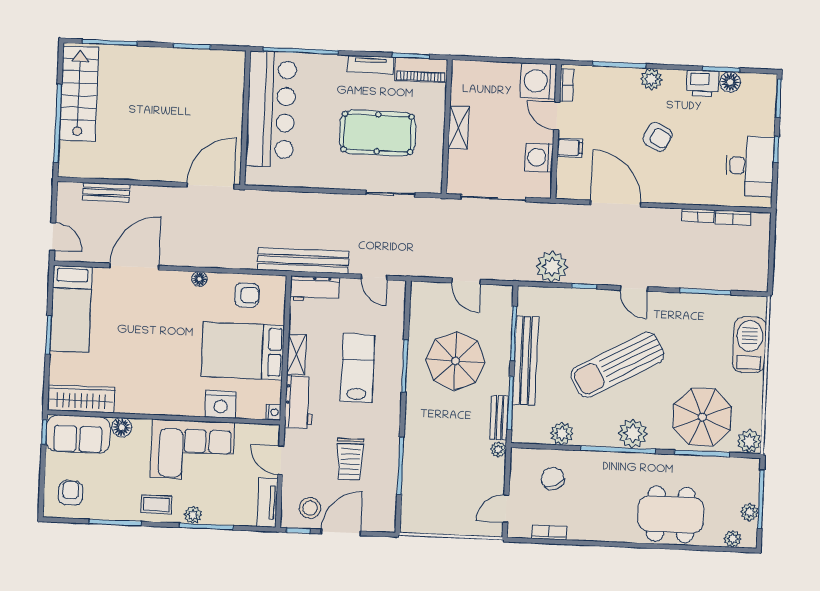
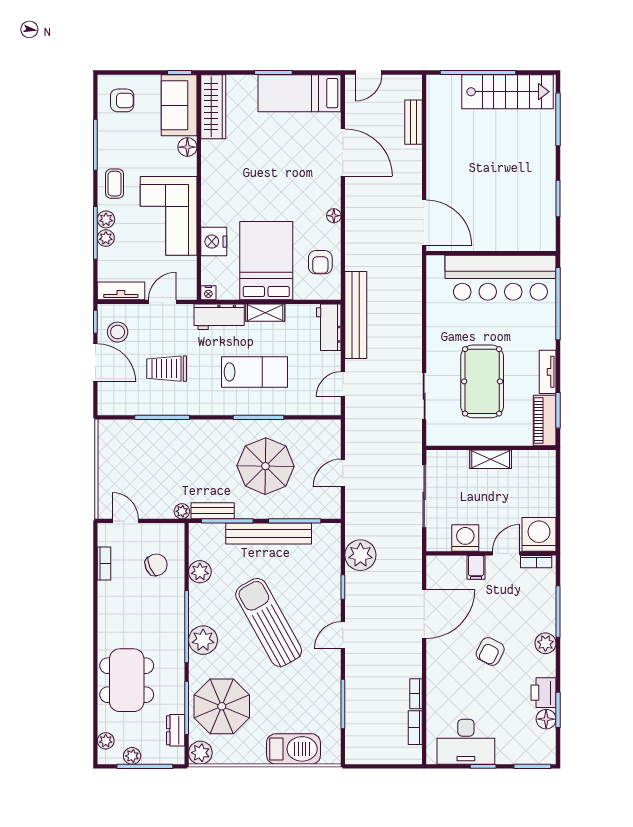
dresser: (725, 466) -> (176, 730), added
plant: (212, 516) -> (106, 238), added

